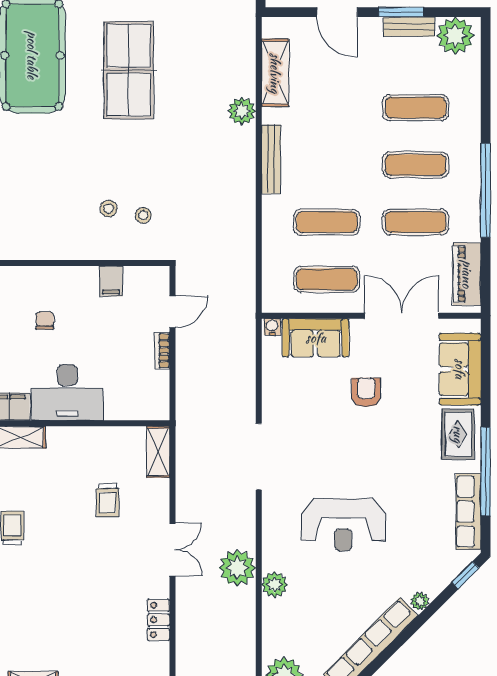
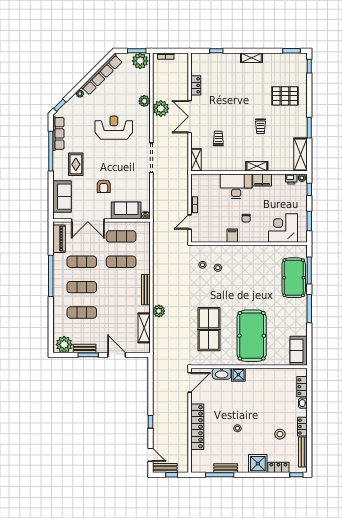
filing cabinet: (111, 281) -> (232, 236), moved
rug: (458, 434) -> (76, 164), moved
double door: (172, 549) -> (190, 117), width x1.37

